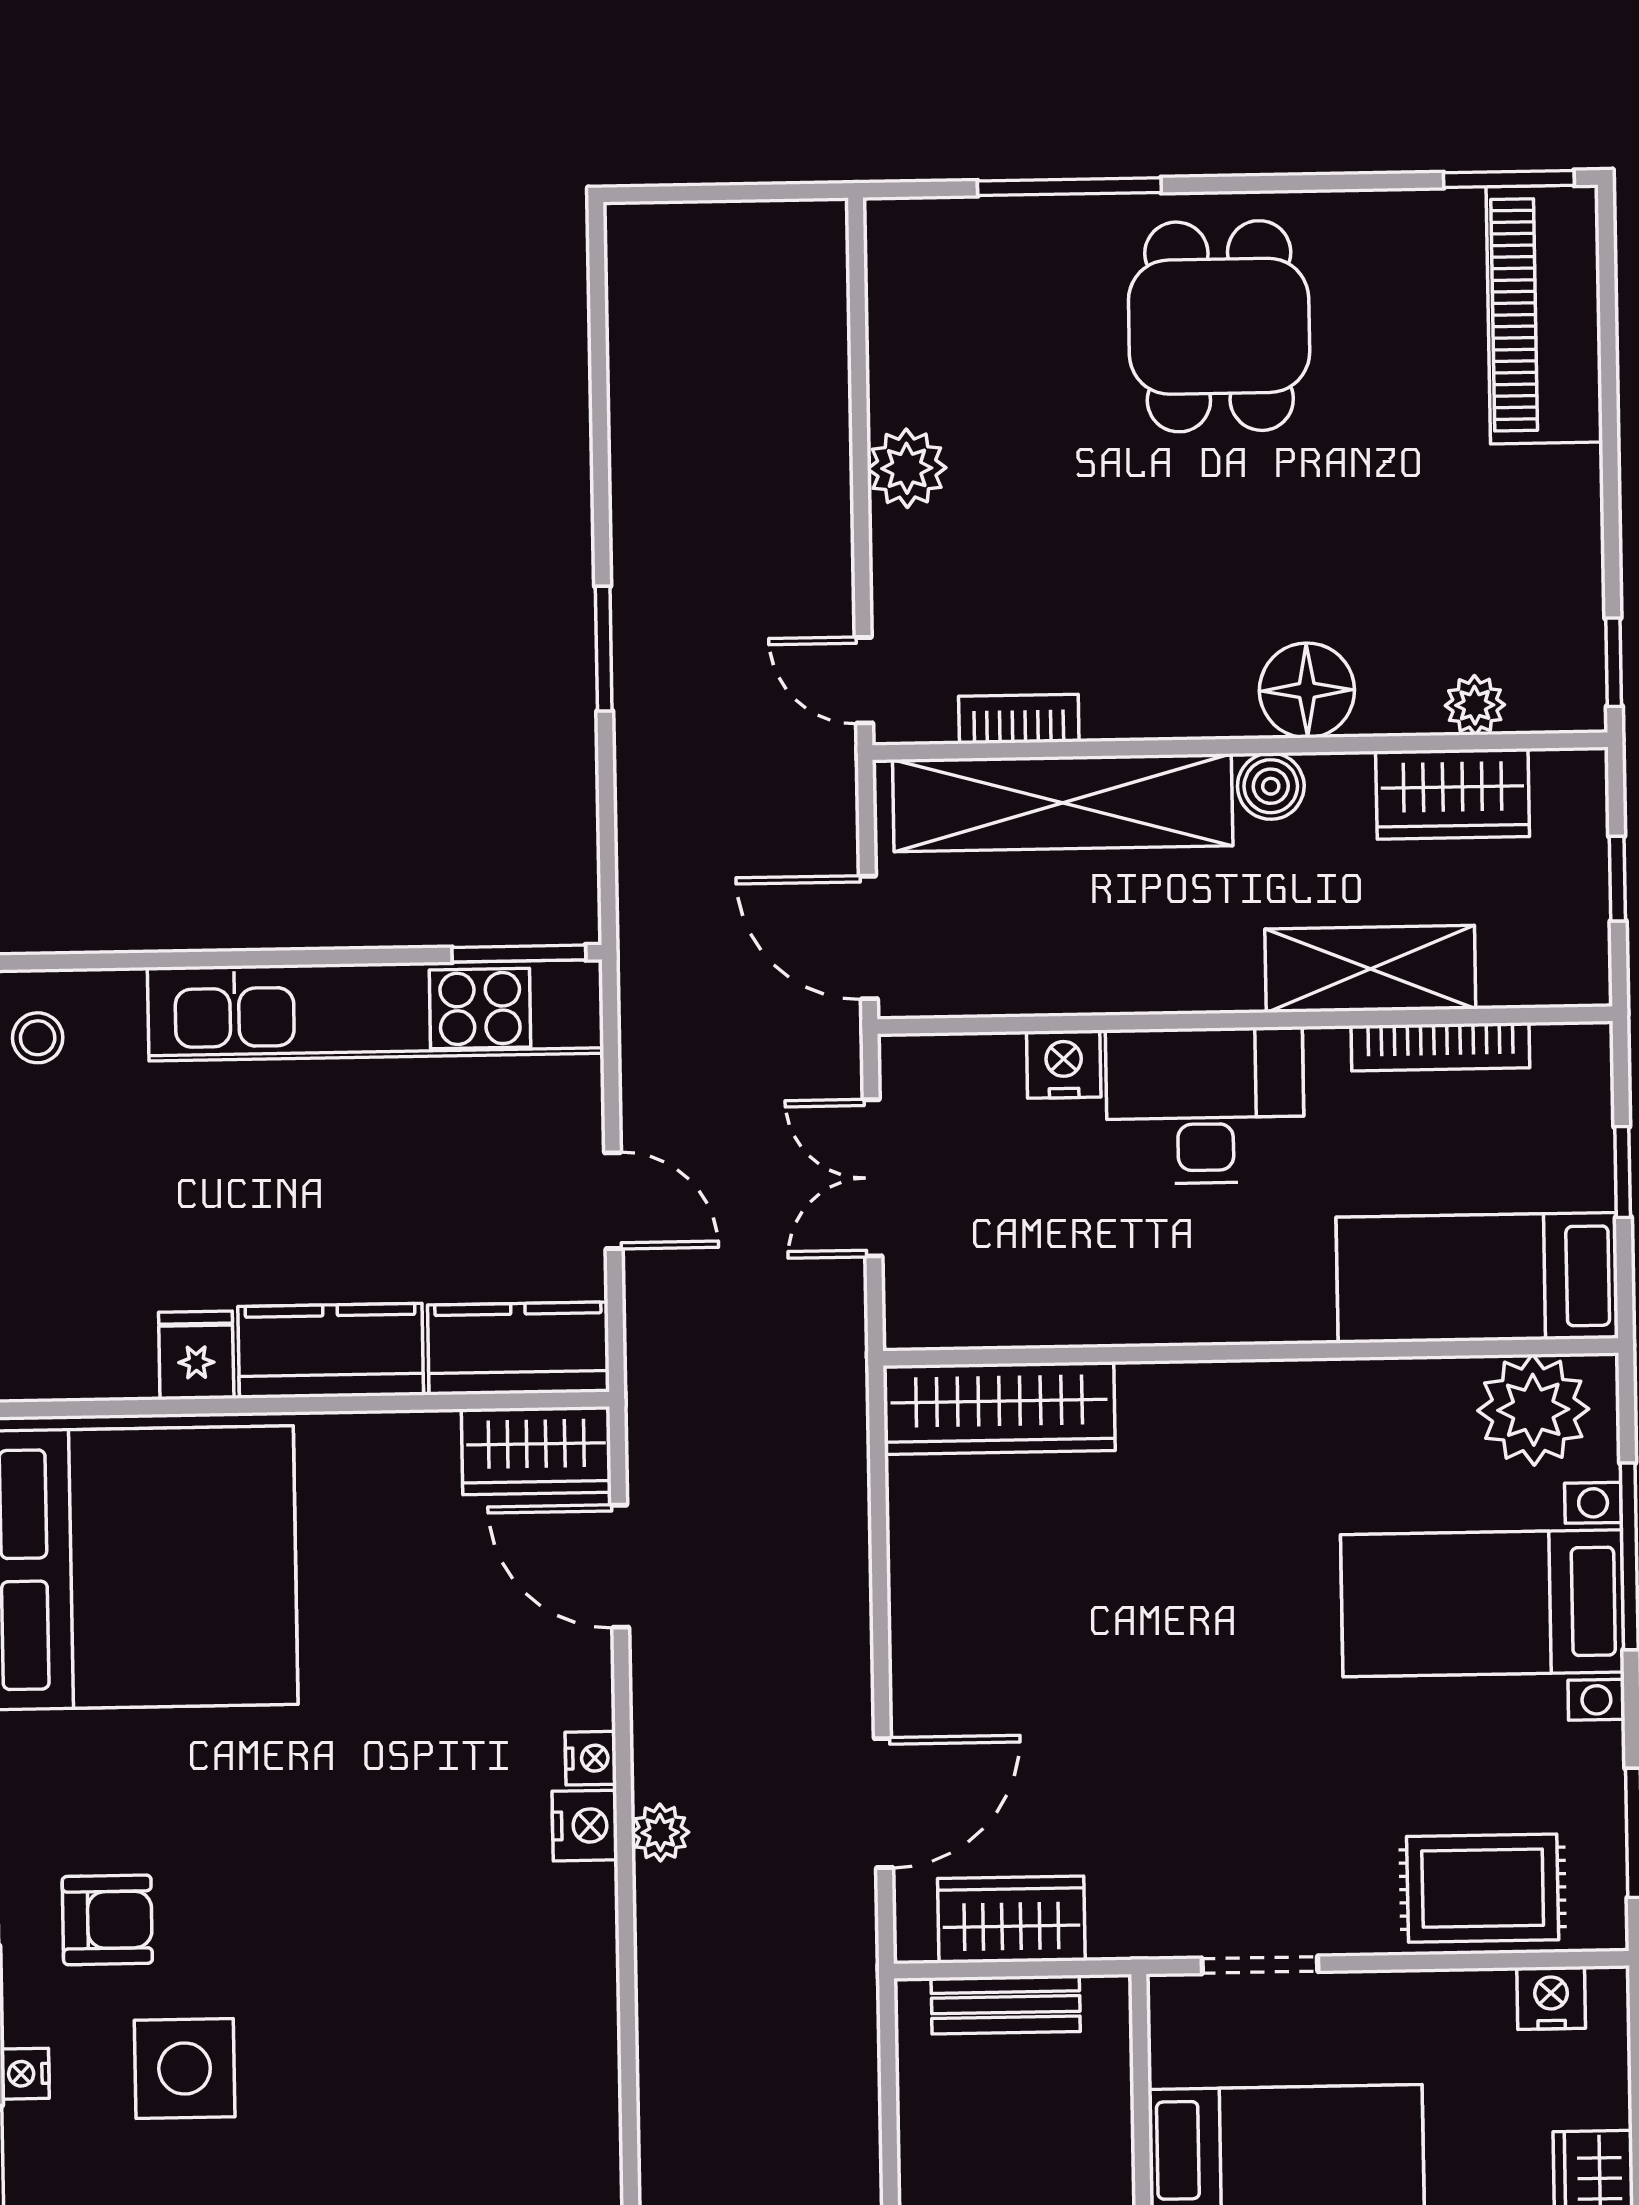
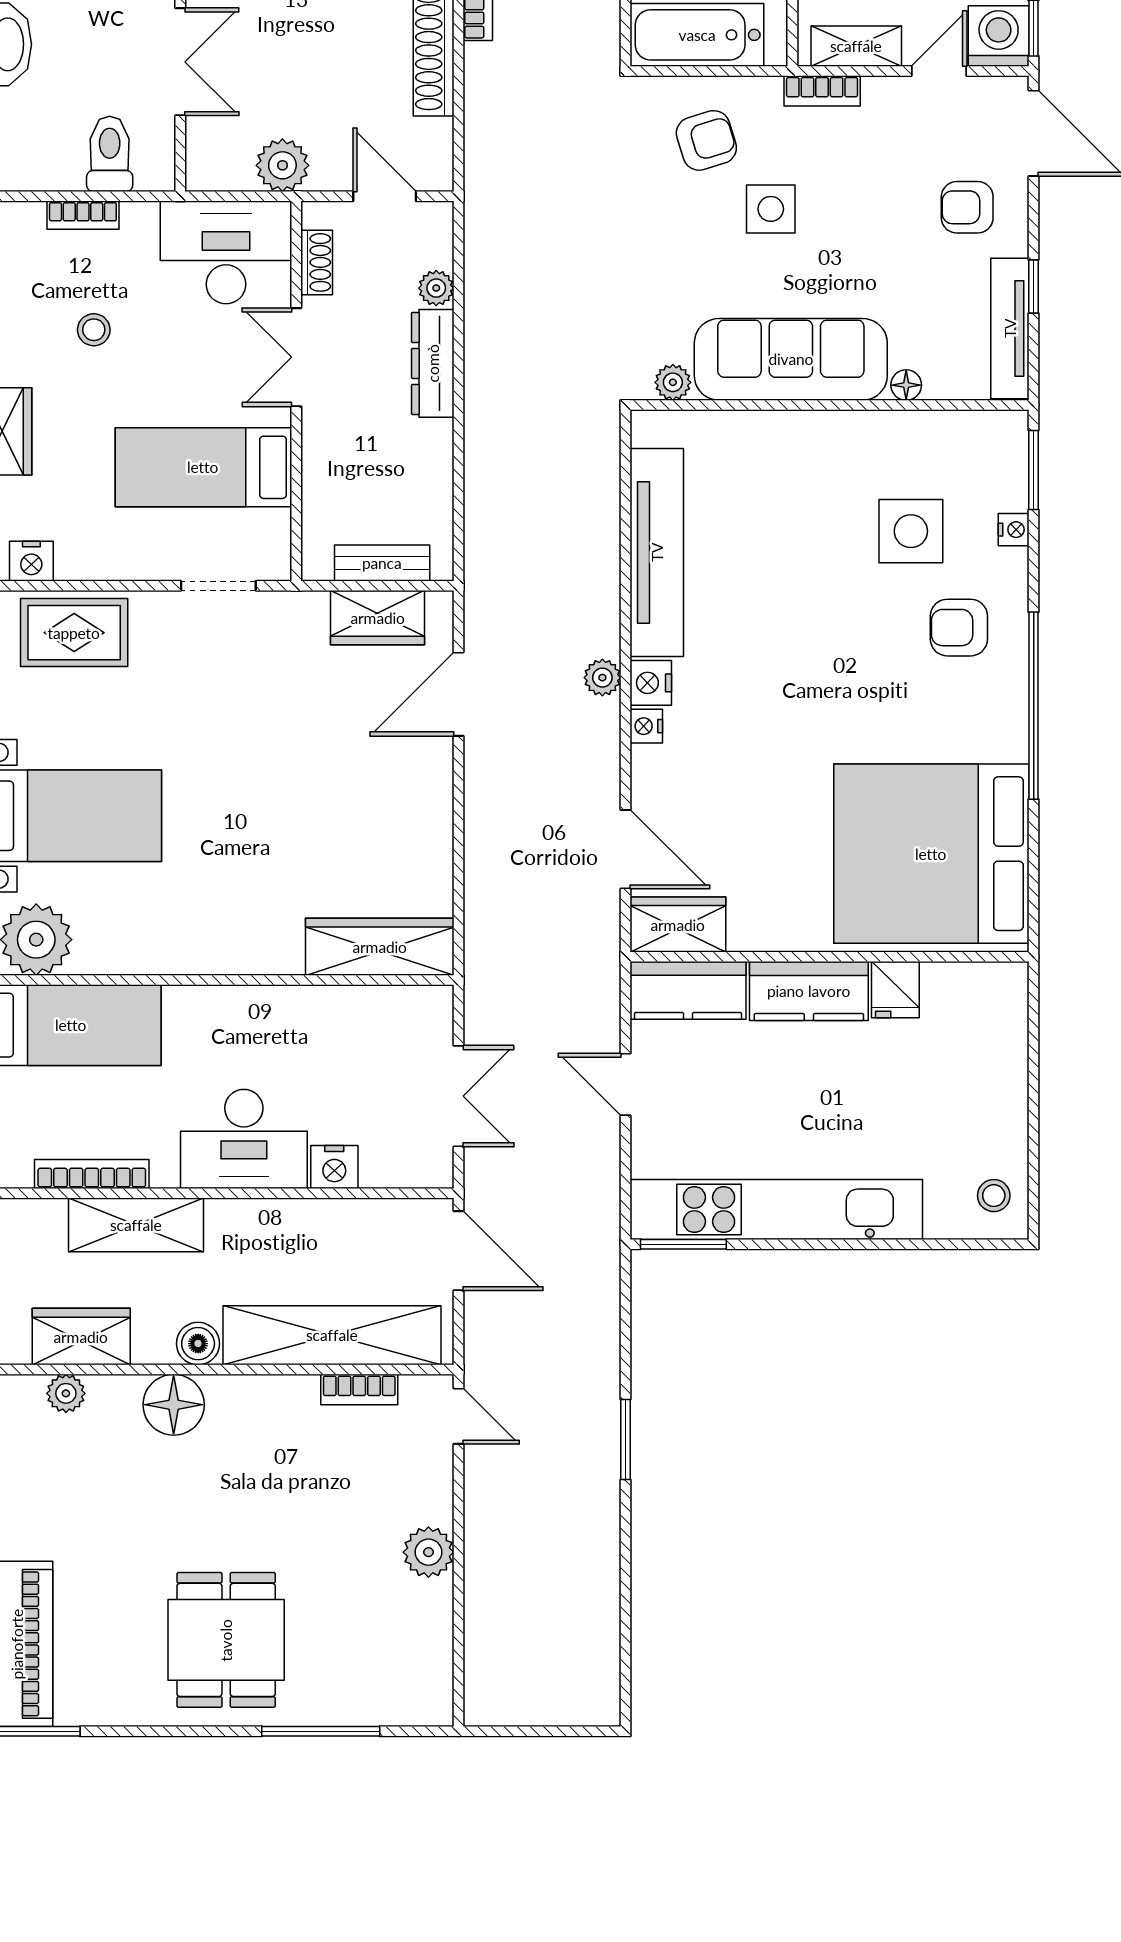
tv unit: (579, 2028) -> (657, 552), added

